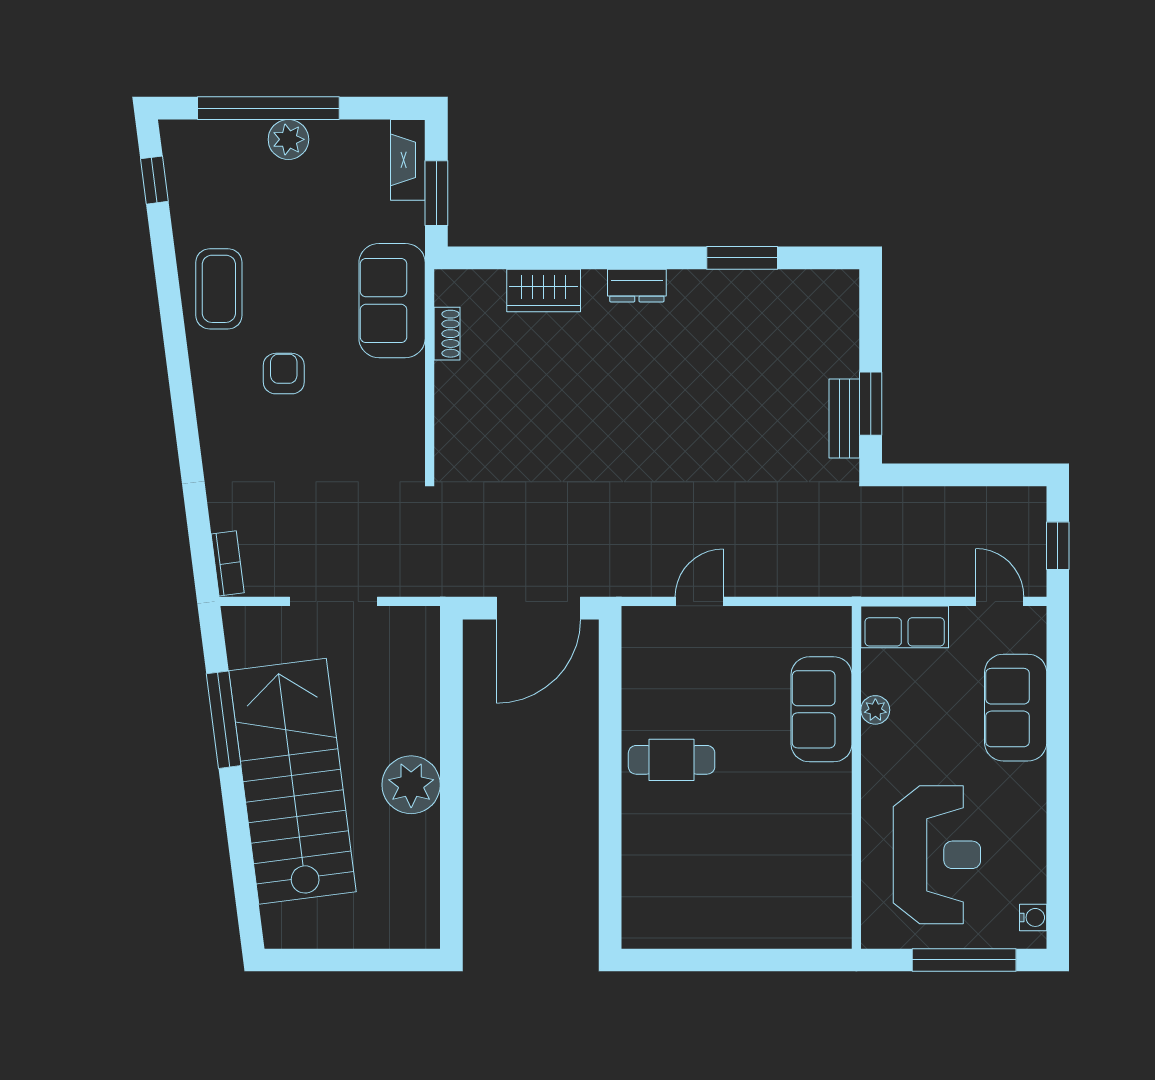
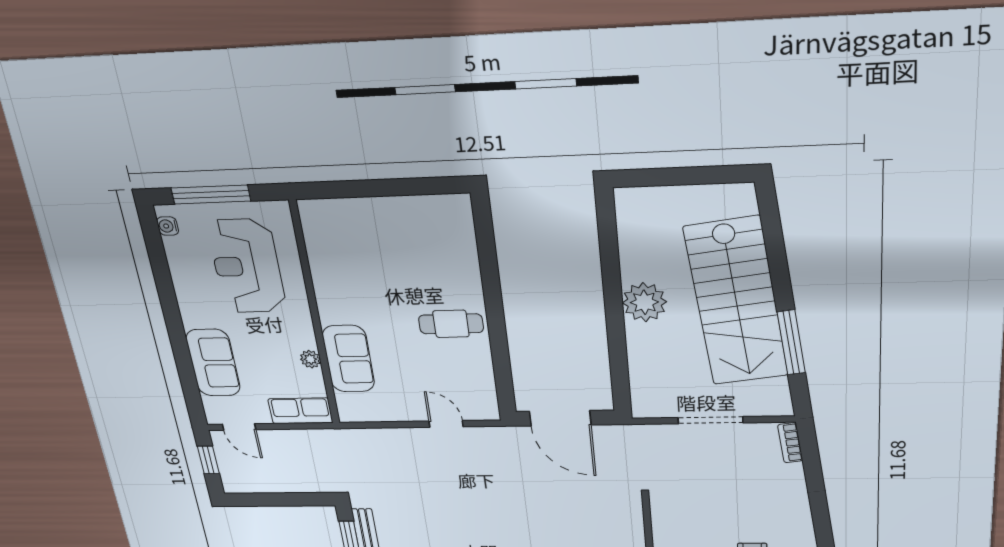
door: (699, 601) -> (446, 424), swing flipped
door: (538, 608) -> (560, 418), swing flipped

